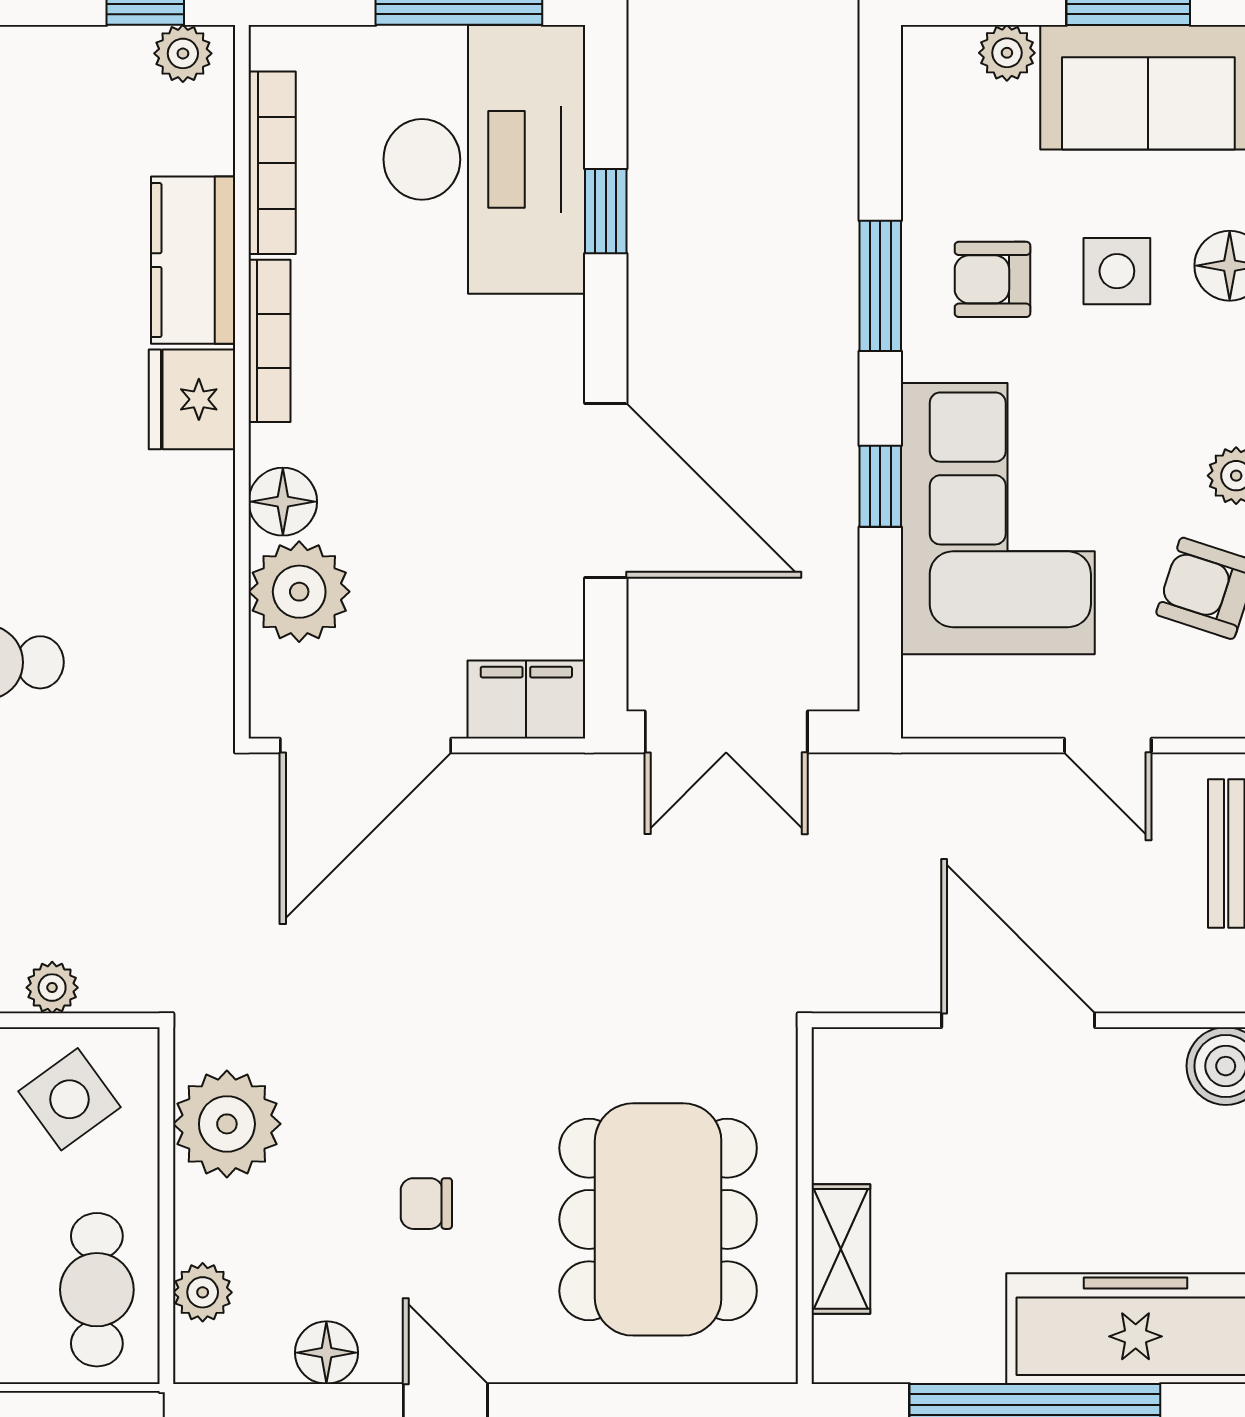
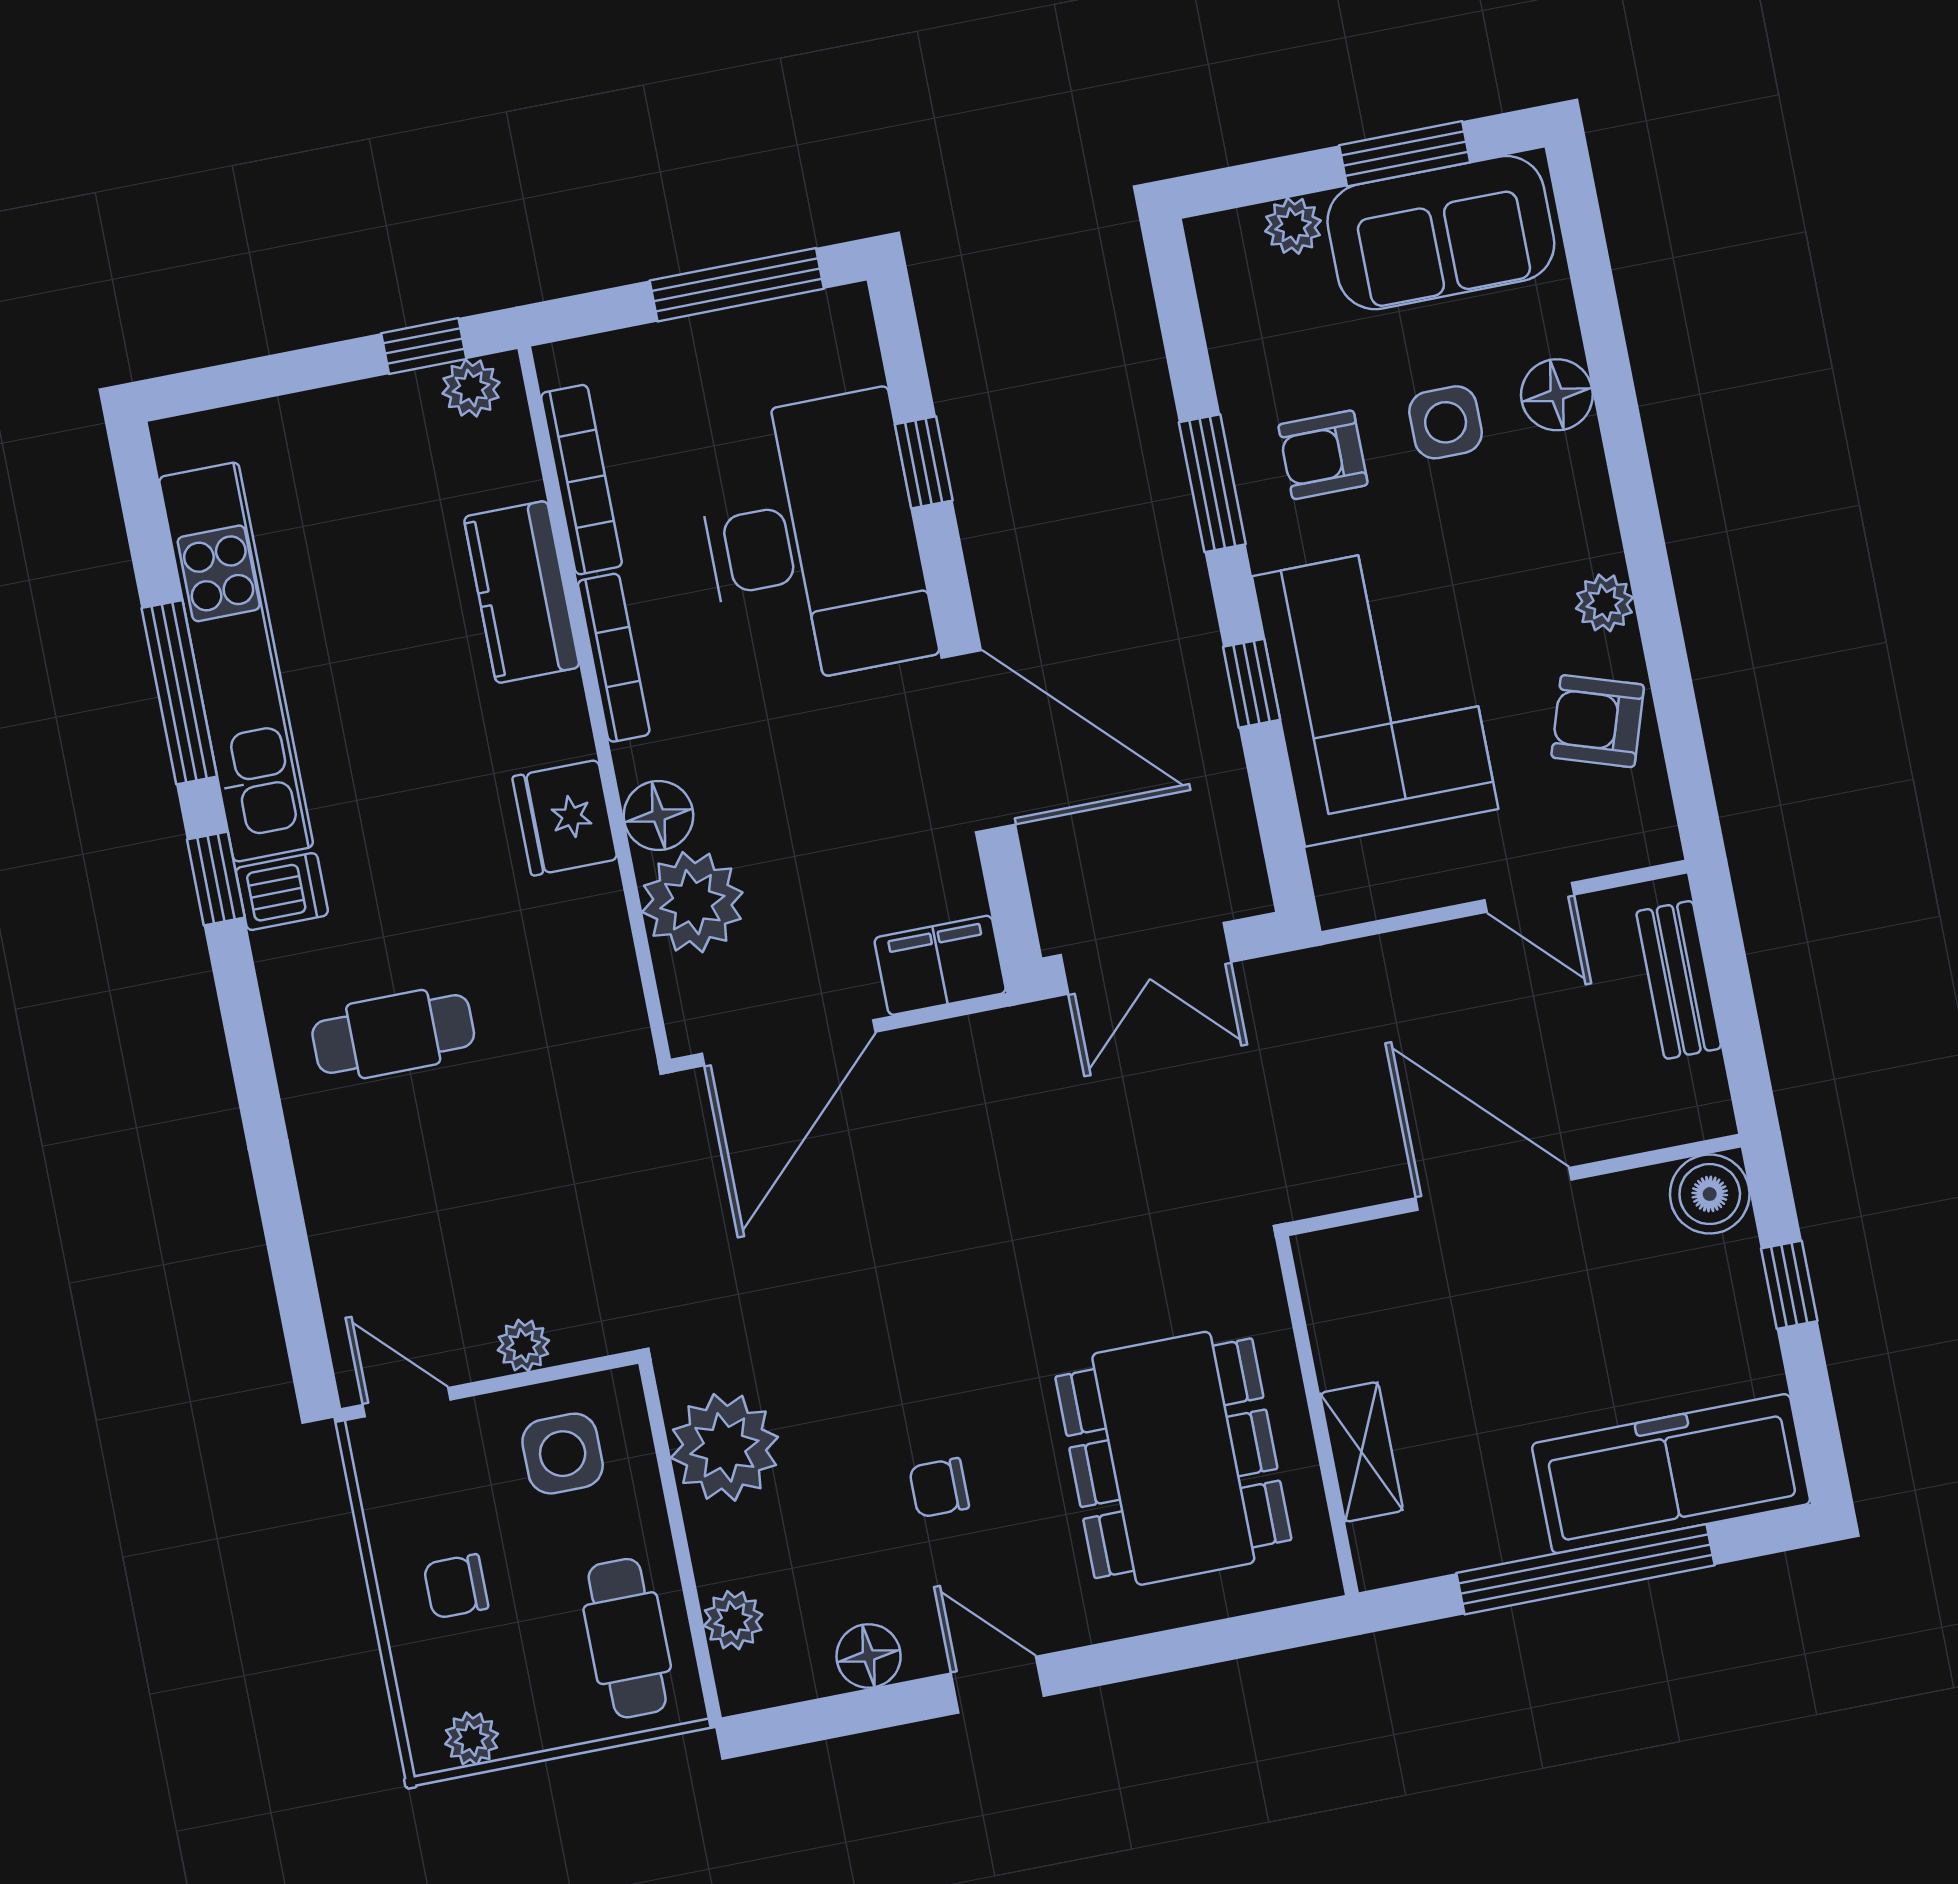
desk: (484, 159) -> (813, 539), moved
fridge: (192, 399) -> (565, 818), moved
side table: (69, 1099) -> (563, 1454), turned 36

